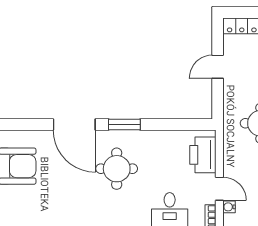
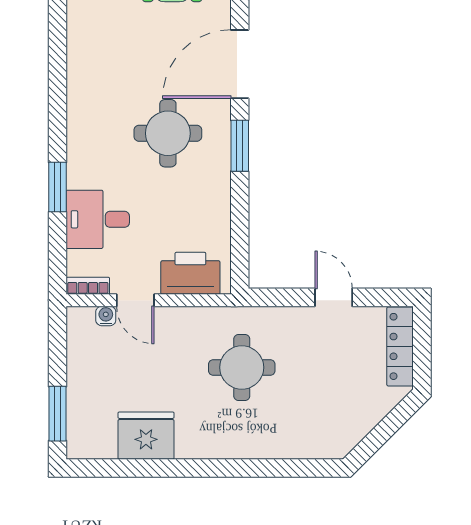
door: (219, 189) -> (135, 300), hinge flipped

